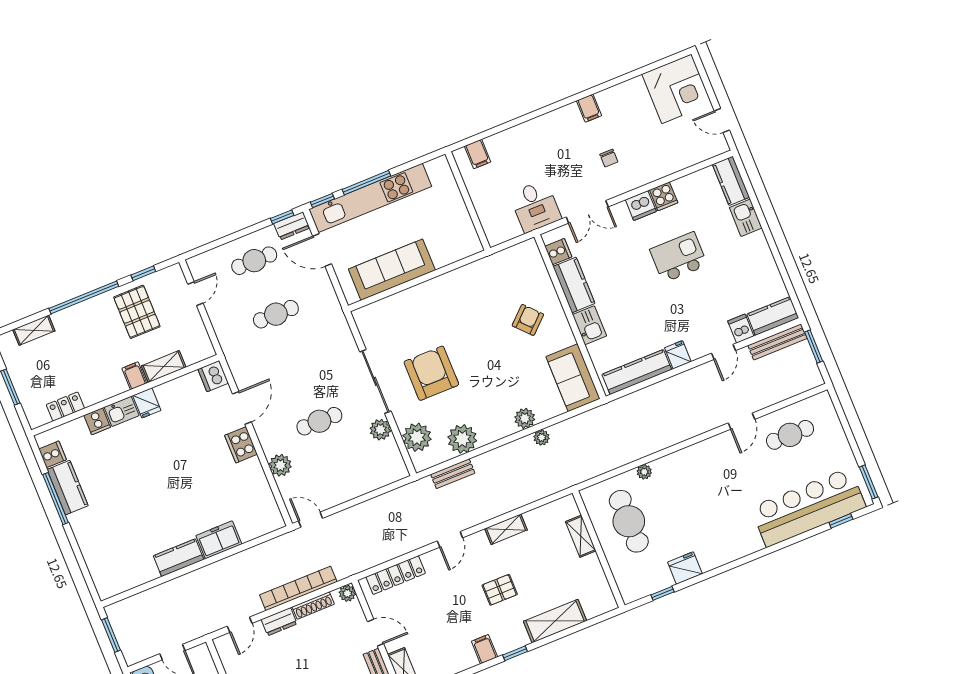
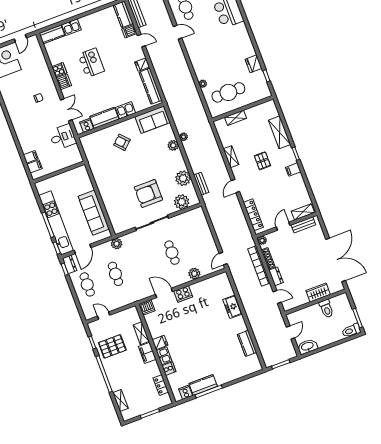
filing cabinet: (589, 108) -> (31, 157), moved
kitchen island: (679, 257) -> (91, 63), turned 180
filing cabinet: (134, 376) -> (147, 353), width x2.00
plant: (380, 430) -> (117, 244), moved
door: (450, 539) -> (235, 186), swing flipped
kitchen counter: (179, 558) -> (247, 343), moved

